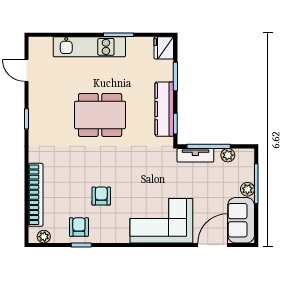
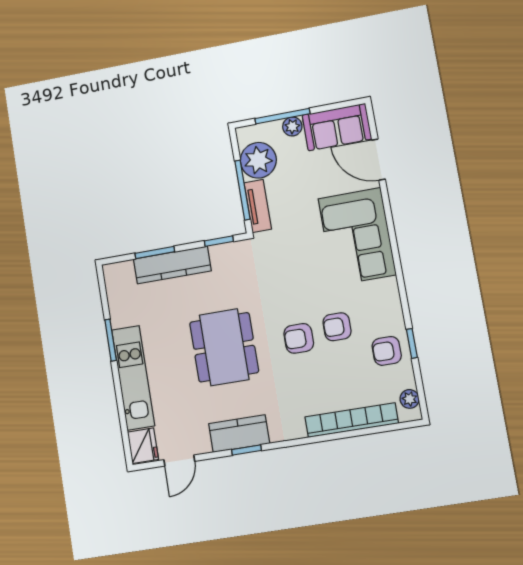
fridge: (164, 48) -> (143, 446), moved, turned -90
kitchen counter: (164, 109) -> (172, 265), moved
kitchen counter: (39, 116) -> (239, 434), added
plant: (228, 155) -> (258, 160), width x1.87, depth x1.87
armchair: (98, 168) -> (299, 338), added

